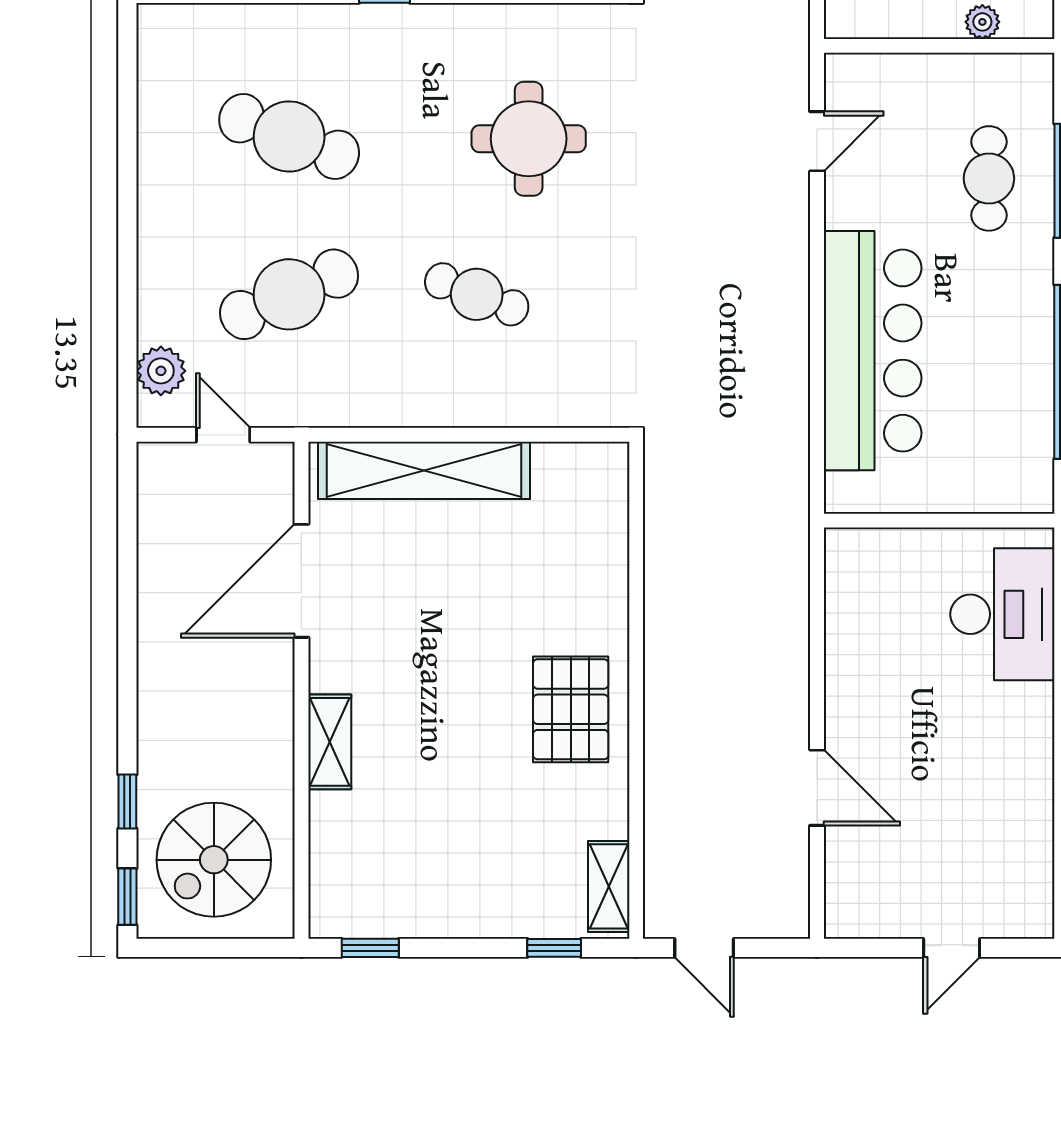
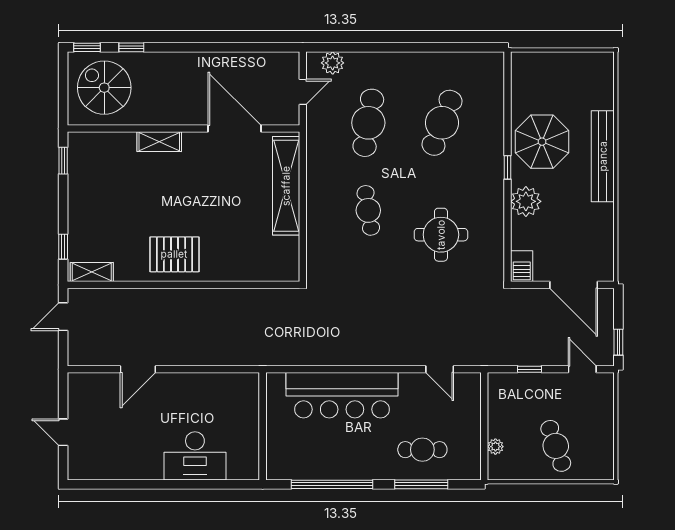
cafe table: (289, 294) -> (368, 123), turned 33
cafe table: (477, 294) -> (368, 210), turned -30
desk: (1002, 614) -> (195, 456), moved

